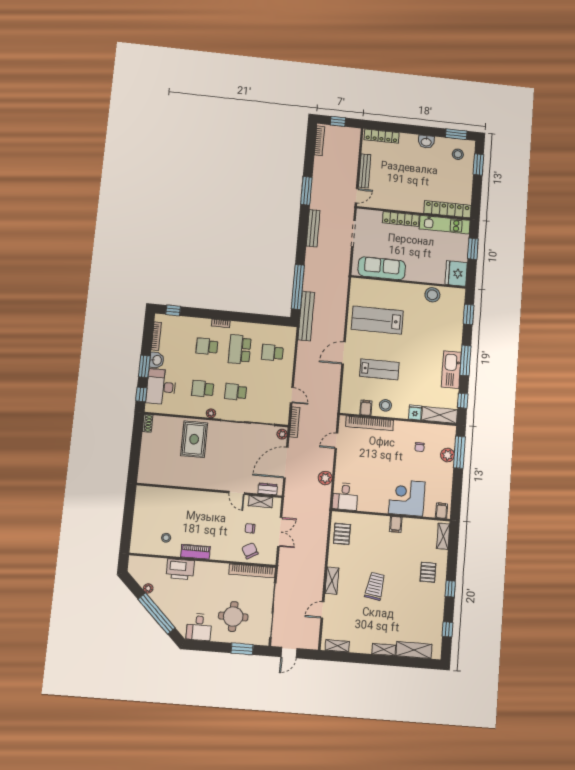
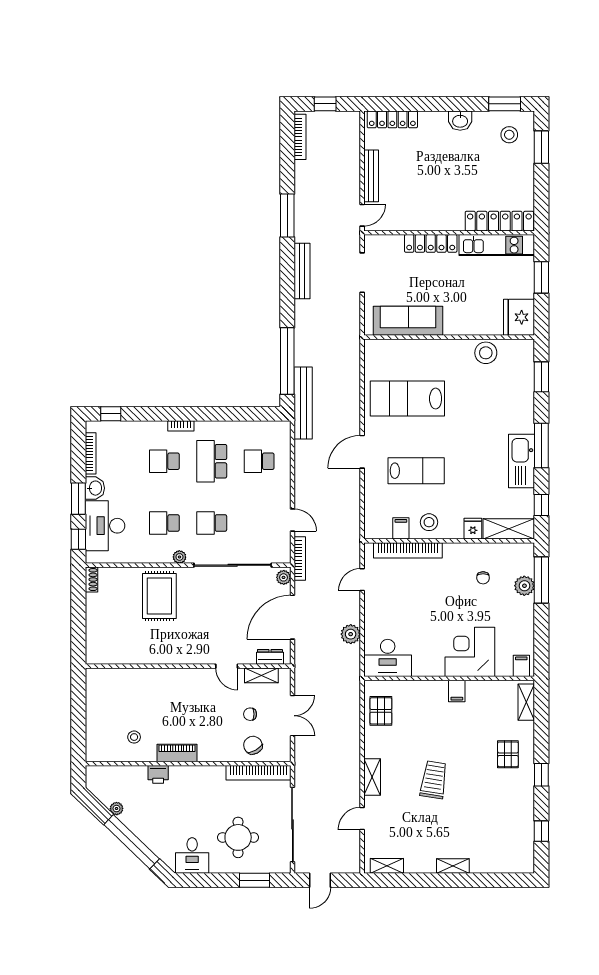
desk: (345, 497) -> (388, 658), width x1.37
printer: (180, 569) -> (158, 774), width x0.53, depth x0.68
shelving: (414, 650) -> (496, 863), removed

